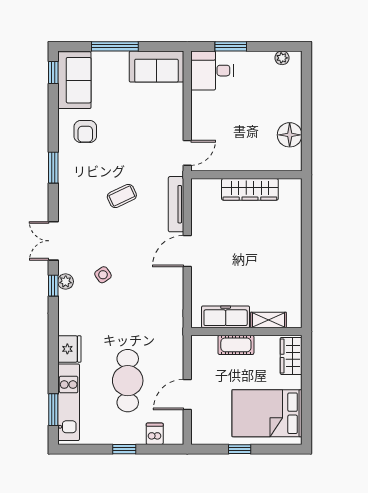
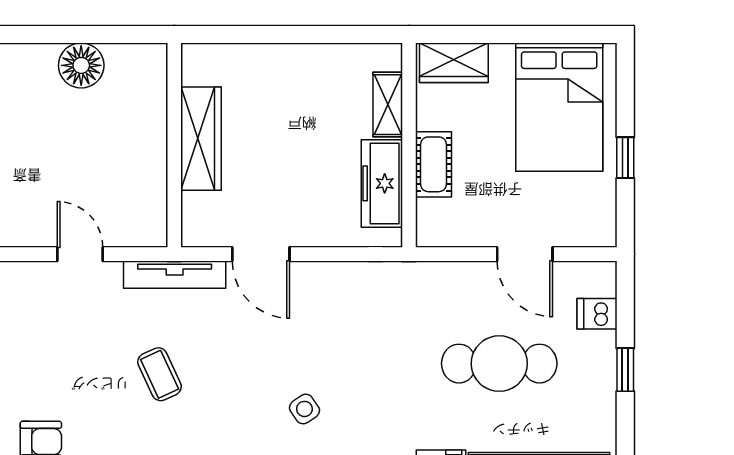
floor lamp: (290, 135) -> (81, 65), moved
wall: (246, 175) -> (174, 145), moved
wardrobe: (250, 189) -> (201, 139), moved

